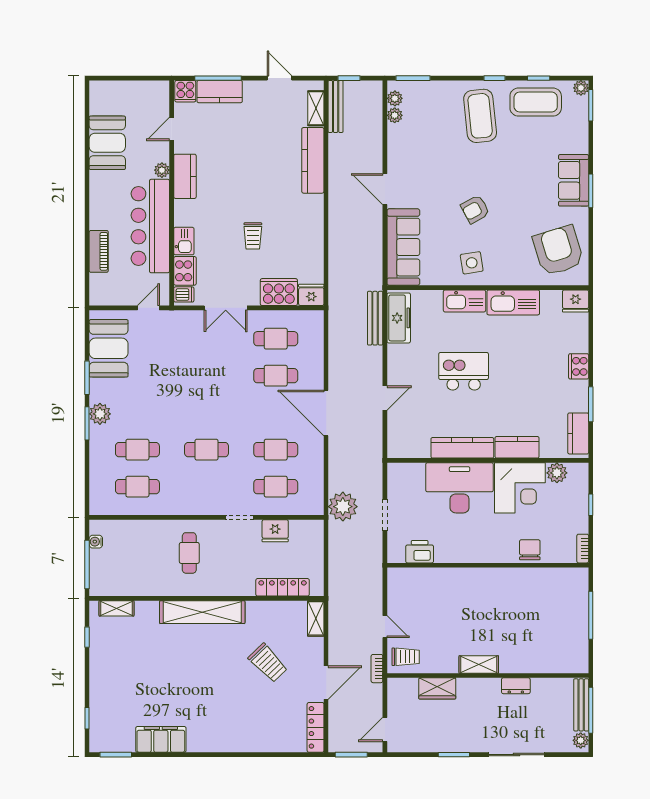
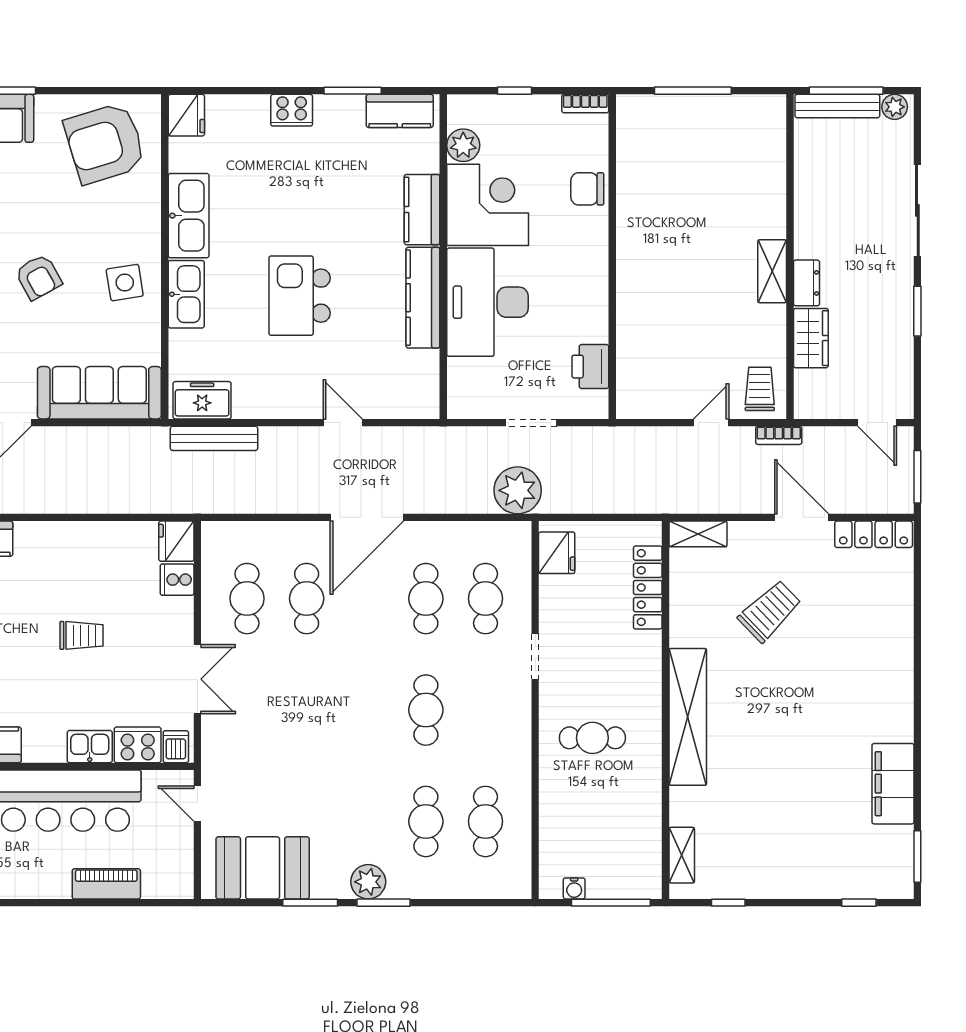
cooker: (279, 292) -> (177, 580), width x0.53, depth x0.76
freezer: (399, 318) -> (202, 400), width x0.71
fridge: (275, 531) -> (557, 553), moved
dresser: (516, 686) -> (806, 283), moved

